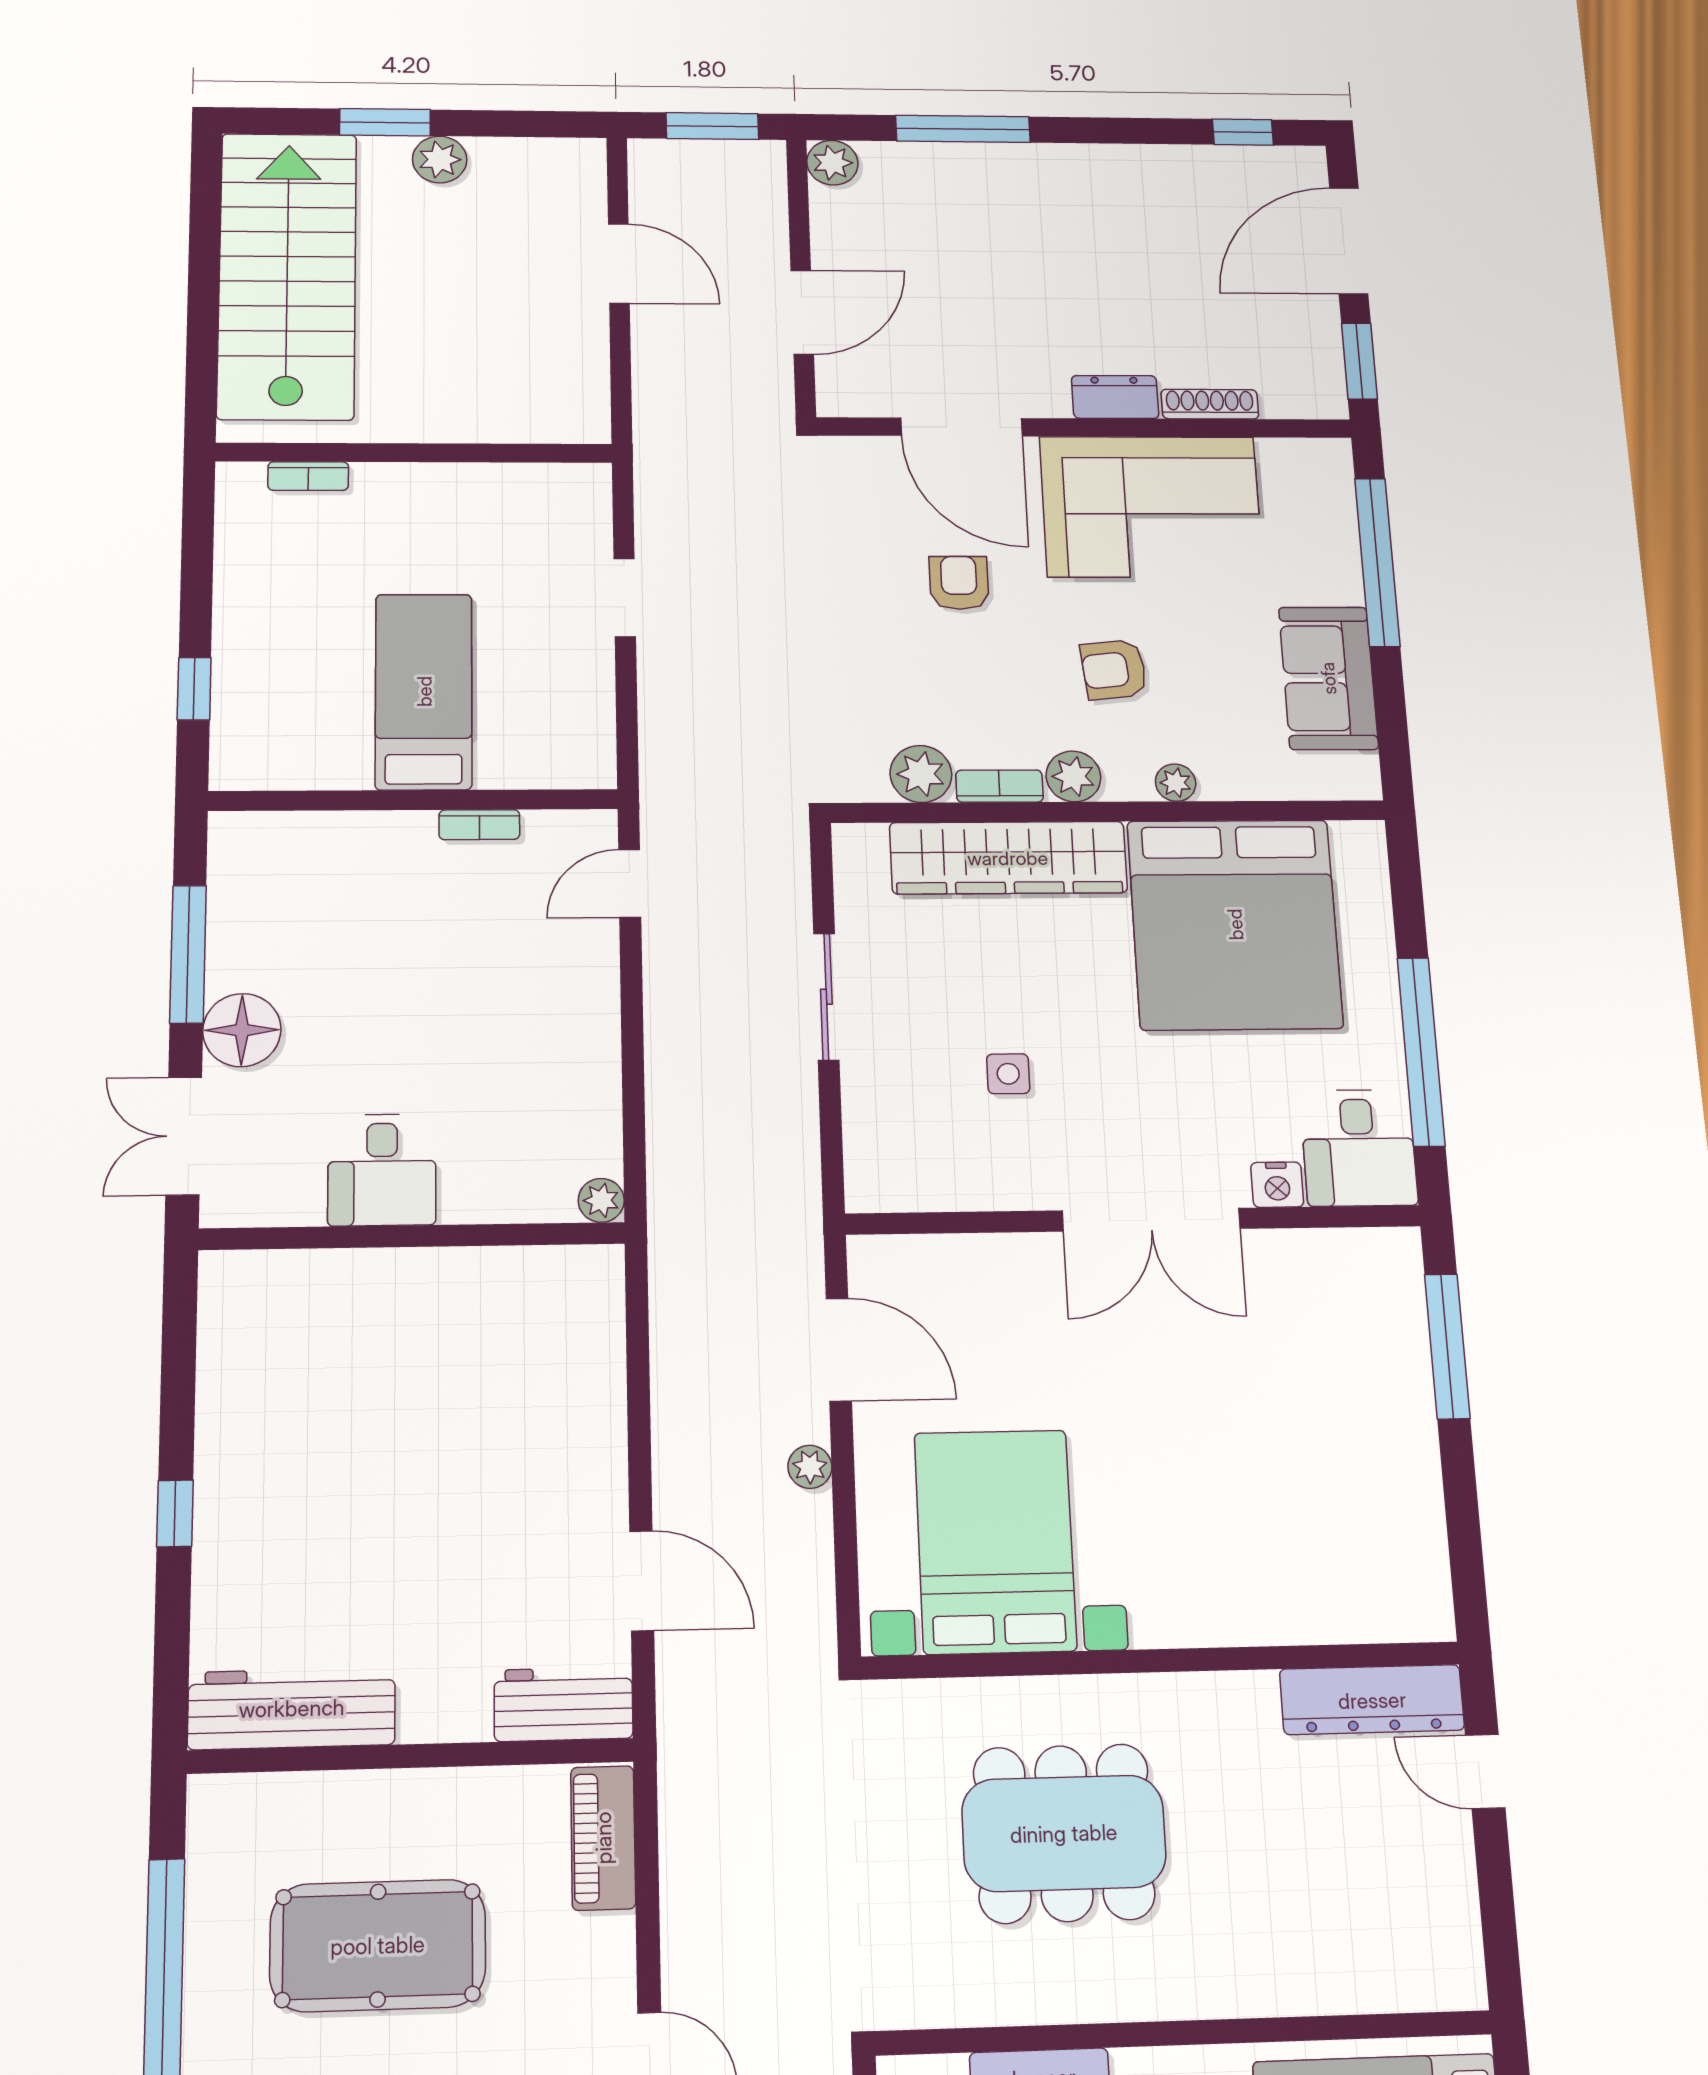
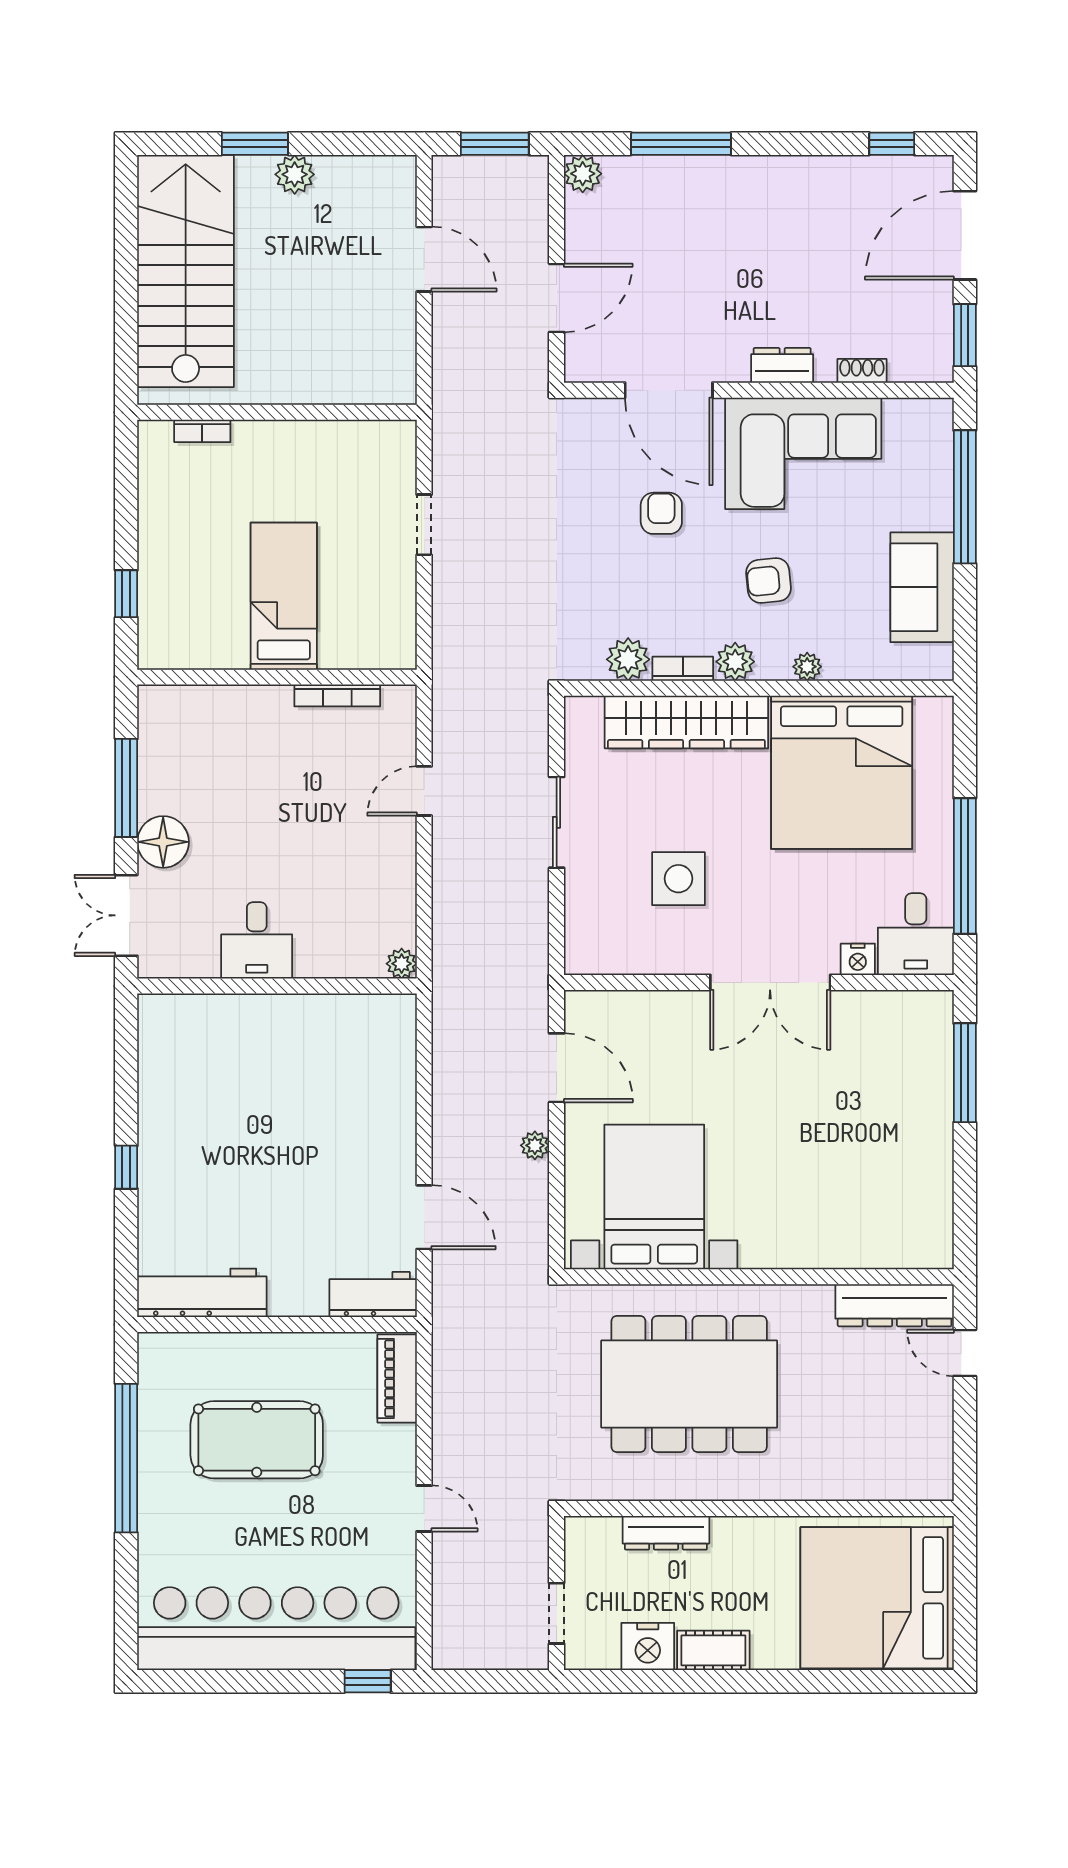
shoe rack: (1210, 404) -> (862, 371), width x0.70
bookcase: (479, 825) -> (337, 695), width x1.56
door: (630, 883) -> (424, 791), moved
side table: (1008, 1074) -> (678, 879), width x1.87, depth x1.87
dining table: (1064, 1833) -> (689, 1384), width x1.36, depth x1.24

